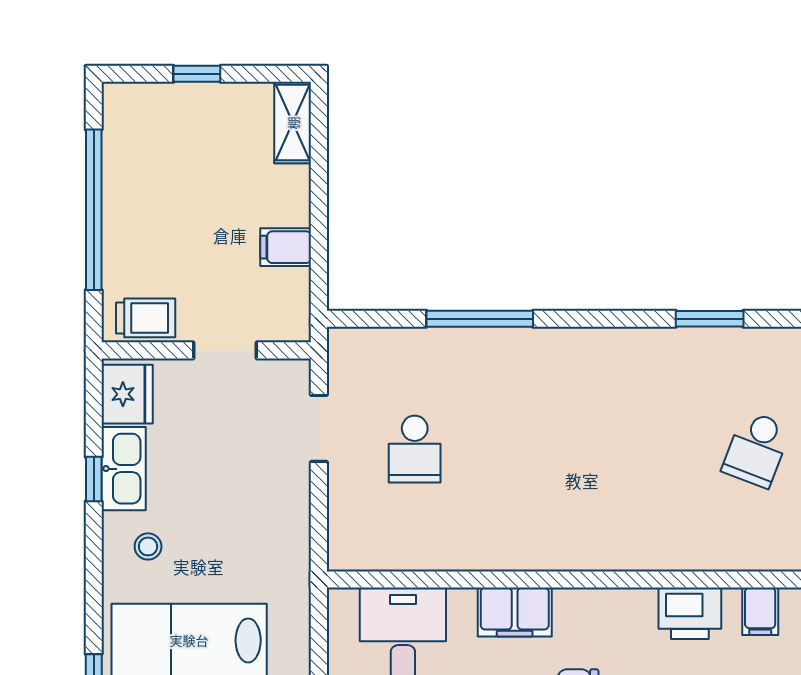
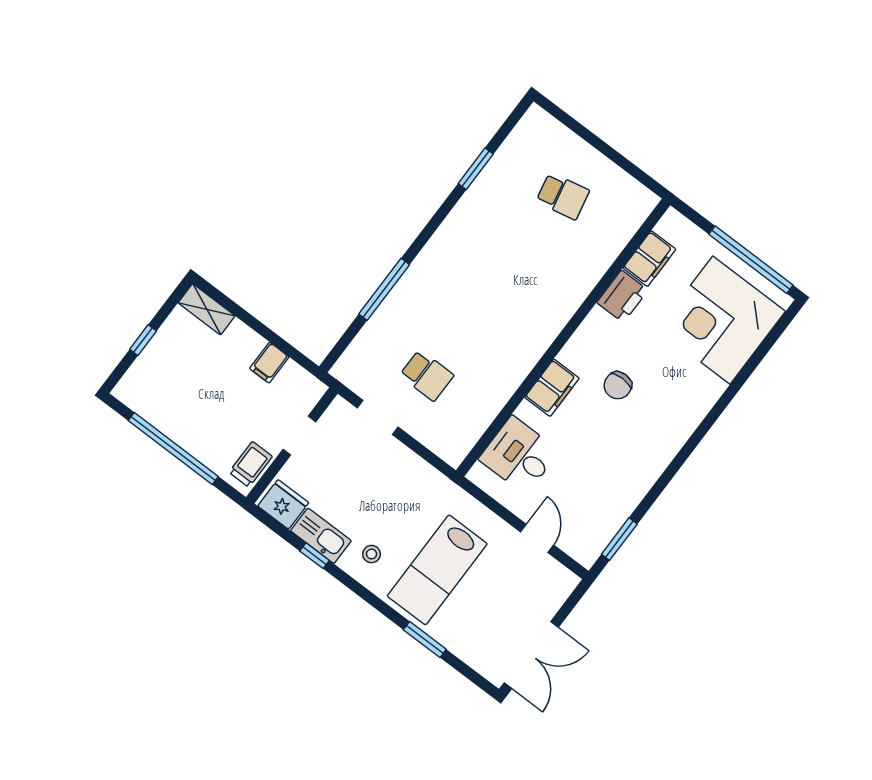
school desk: (756, 449) -> (563, 196), turned -33
filing cabinet: (760, 611) -> (649, 259), width x2.00

